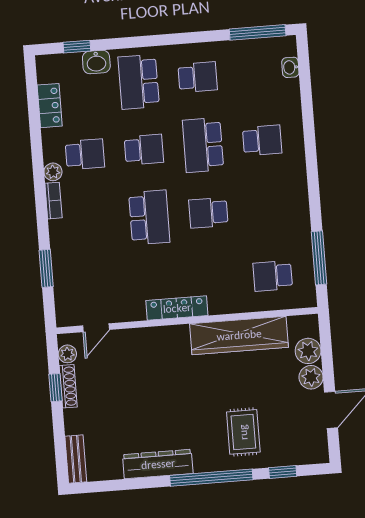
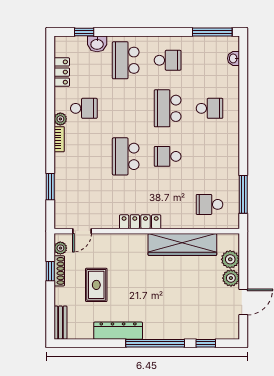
school desk: (144, 150) -> (126, 108), removed
school desk: (149, 217) -> (126, 156), turned 180
rug: (243, 432) -> (96, 285), moved

